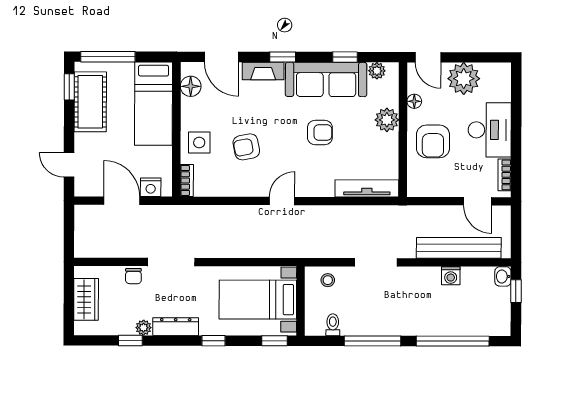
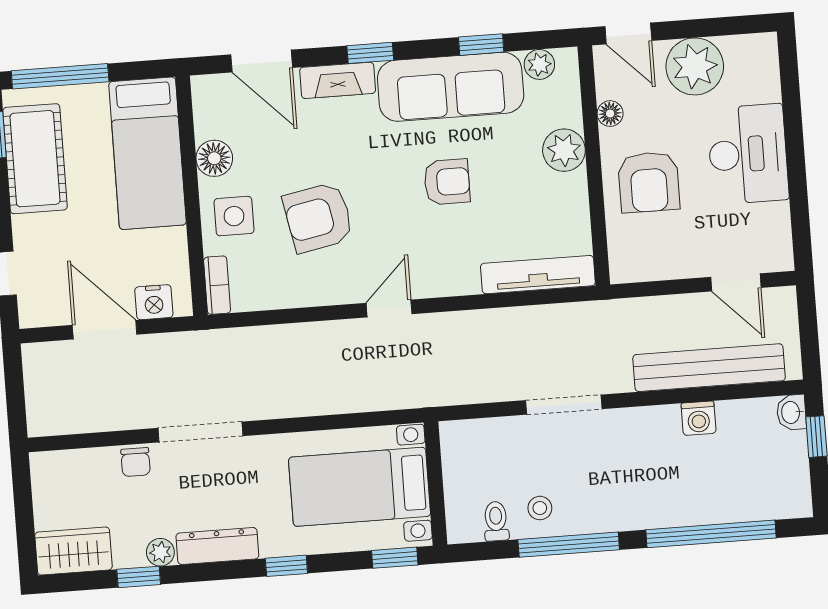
floor lamp: (191, 86) -> (214, 158), moved
armchair: (246, 147) -> (318, 217), width x1.38, depth x1.38
bookcase: (505, 175) -> (780, 232), removed
stool: (328, 280) -> (540, 508), moved
wardrobe: (86, 299) -> (73, 551), moved, turned -90

